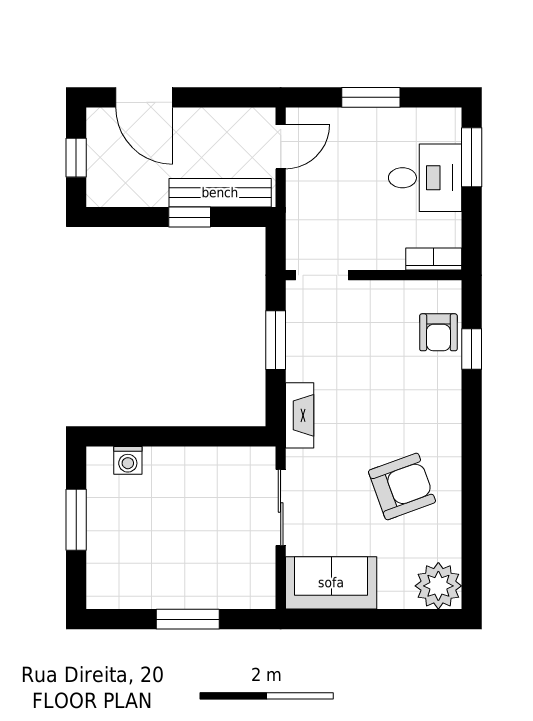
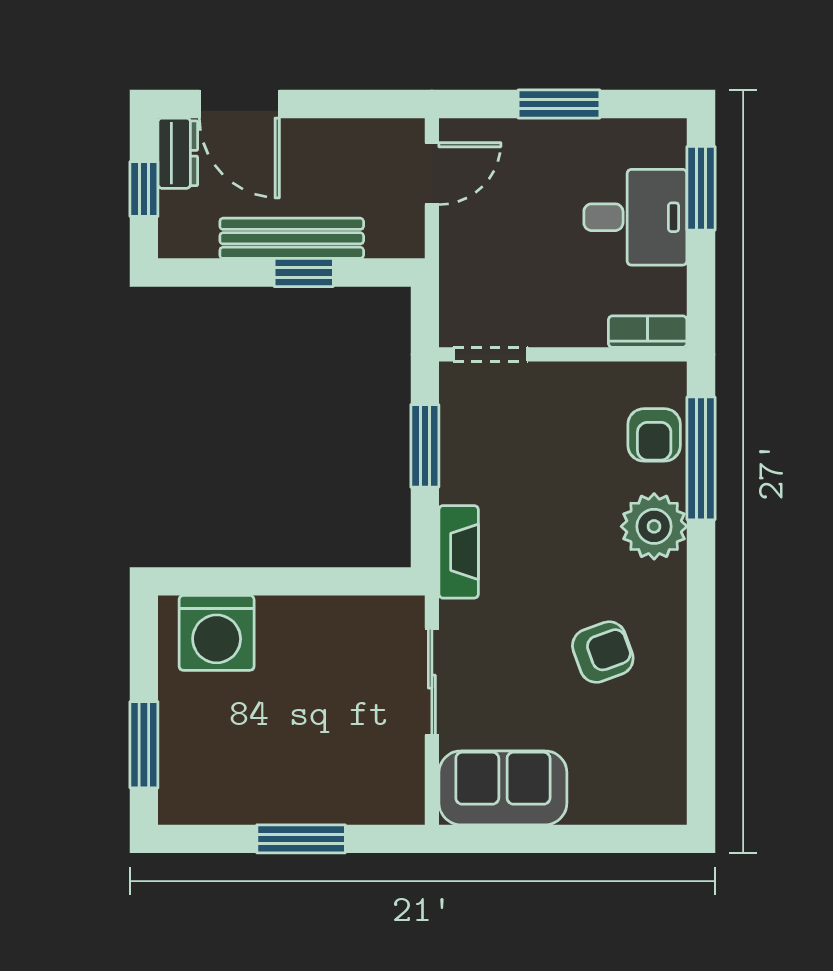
dresser: (100, 132) -> (178, 153), added
bench: (220, 193) -> (292, 238), moved
window: (472, 349) -> (701, 458), width x2.17
washing machine: (128, 460) -> (217, 633), width x1.89, depth x1.89
armchair: (402, 486) -> (603, 652), width x0.72, depth x0.72
window: (76, 520) -> (144, 745), moved
plant: (438, 586) -> (654, 526), moved

